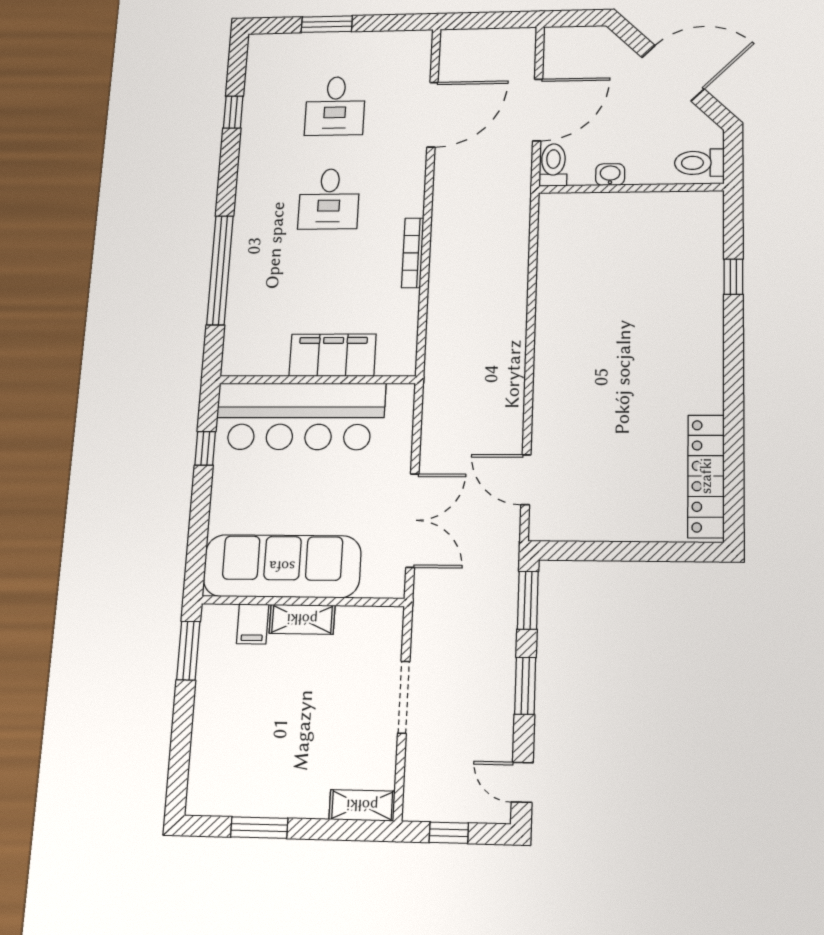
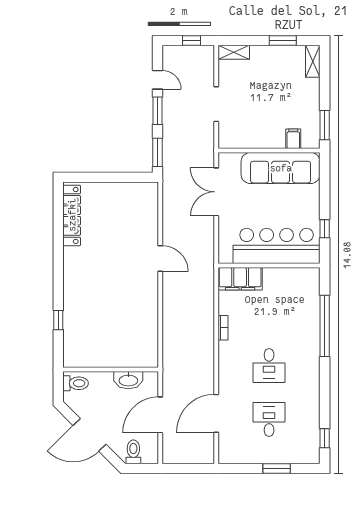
window: (233, 112) -> (325, 438), moved
toilet: (553, 165) -> (133, 452), moved, turned 180
washbasin: (610, 175) -> (128, 380), width x1.91, depth x1.45
desk: (329, 199) -> (269, 366), turned 180
bookcase: (413, 253) -> (223, 328), width x0.64
filing cabinet: (333, 355) -> (240, 279), moved
door: (526, 480) -> (160, 259), moved
shelving: (302, 619) -> (313, 61), moved, turned 90
door: (522, 782) -> (158, 80), moved

